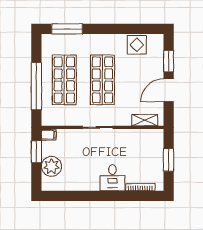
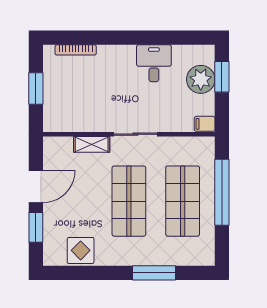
window: (67, 29) -> (154, 273), moved
shelving: (145, 120) -> (92, 144), moved
window: (36, 152) -> (222, 77), moved
desk: (112, 178) -> (154, 63), moved

